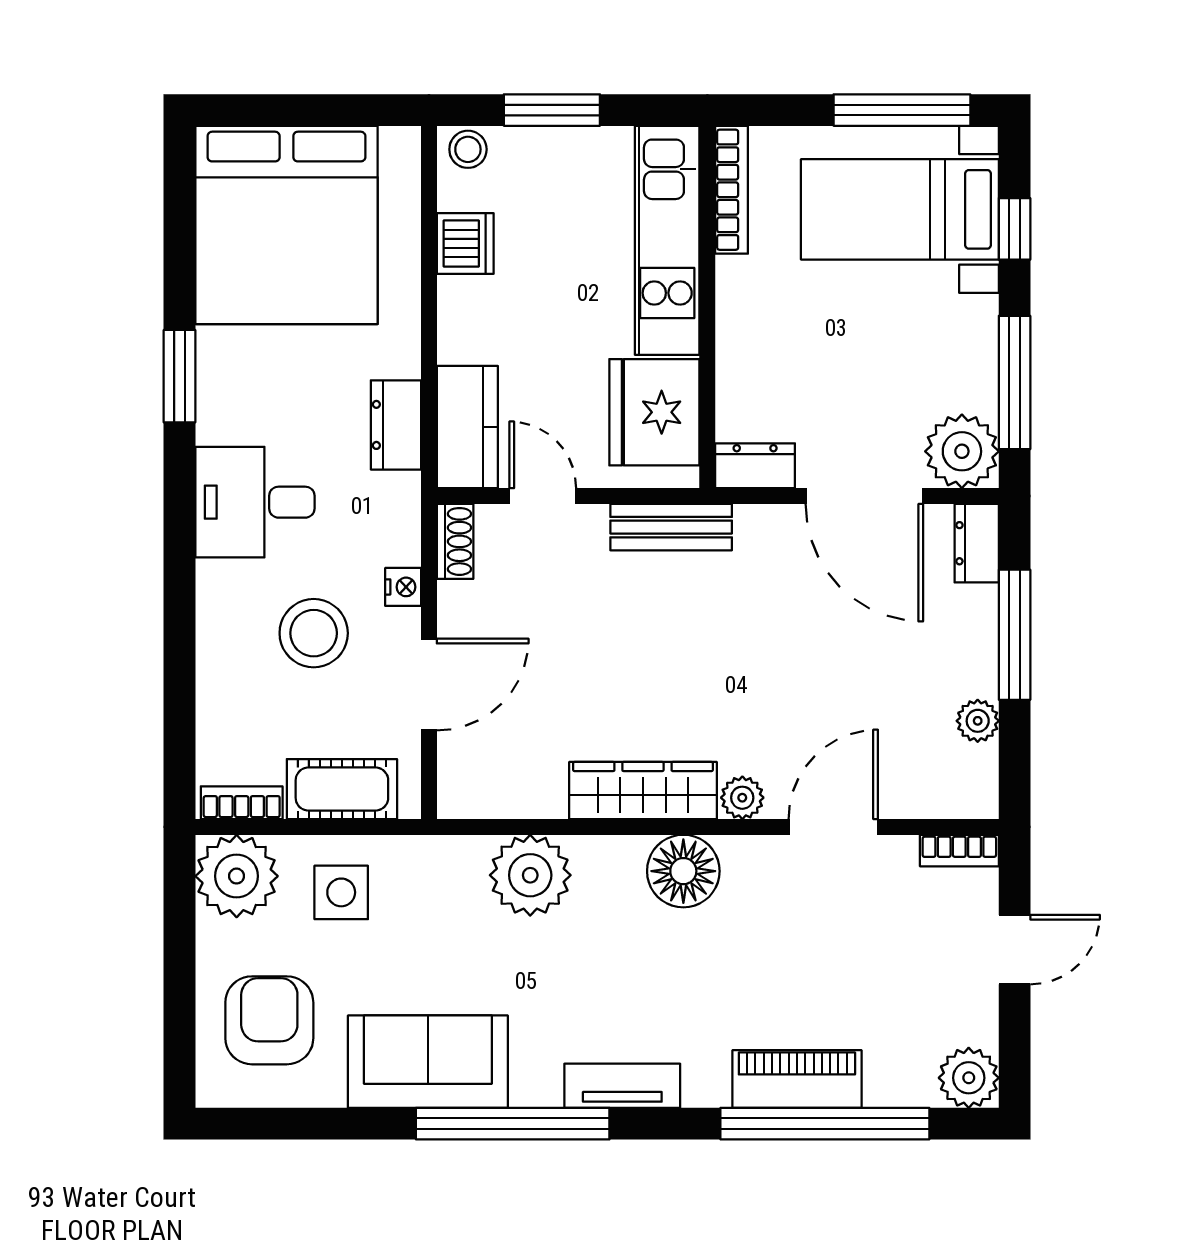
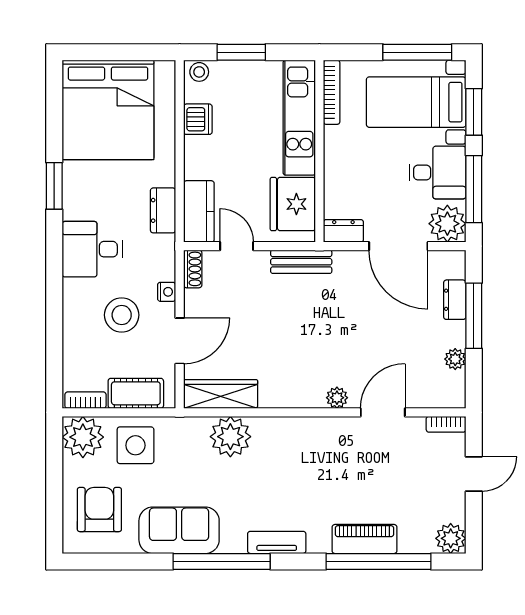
window: (1015, 229) -> (474, 112), width x1.50
desk: (942, 350) -> (437, 173), added
dresser: (977, 543) -> (455, 300), moved
wardrobe: (643, 790) -> (221, 394), moved
floor lamp: (683, 871) -> (307, 435), removed
side table: (341, 892) -> (135, 445), width x1.37, depth x1.37

